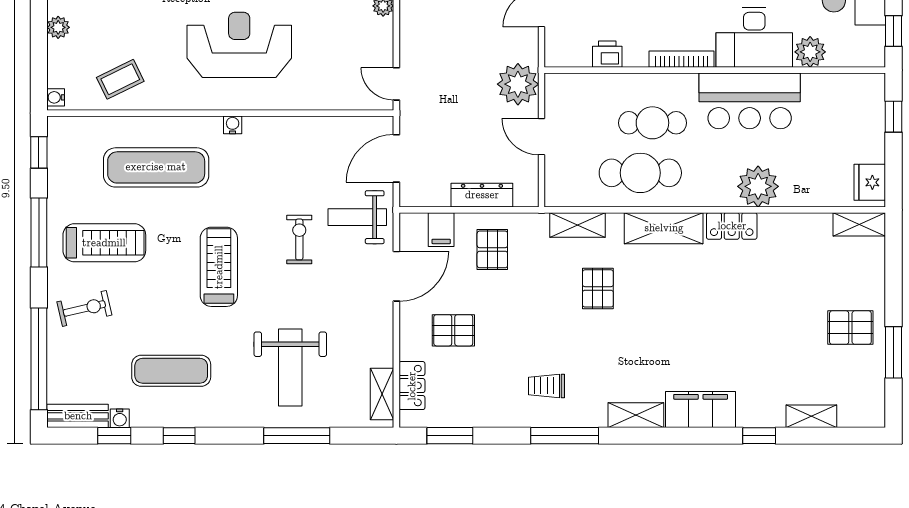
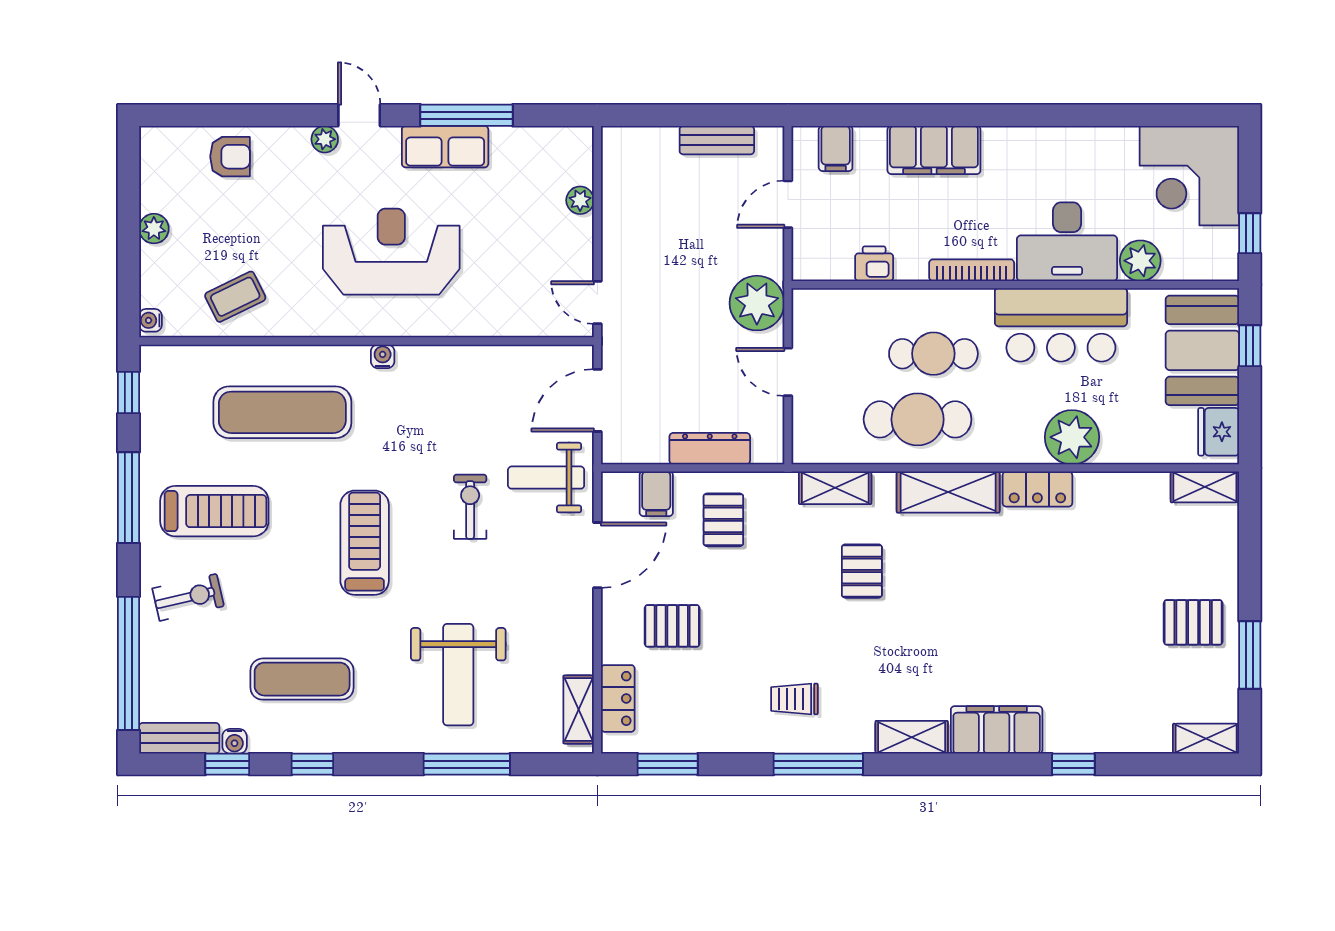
booth: (857, 120) -> (1202, 350), added
shelving: (811, 416) -> (1206, 739), moved

